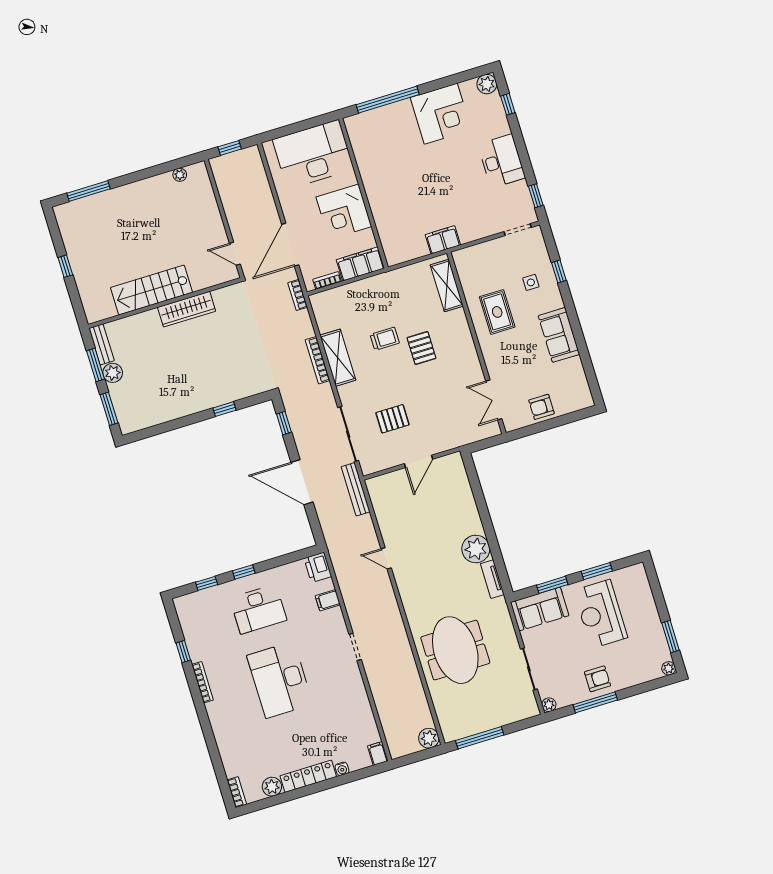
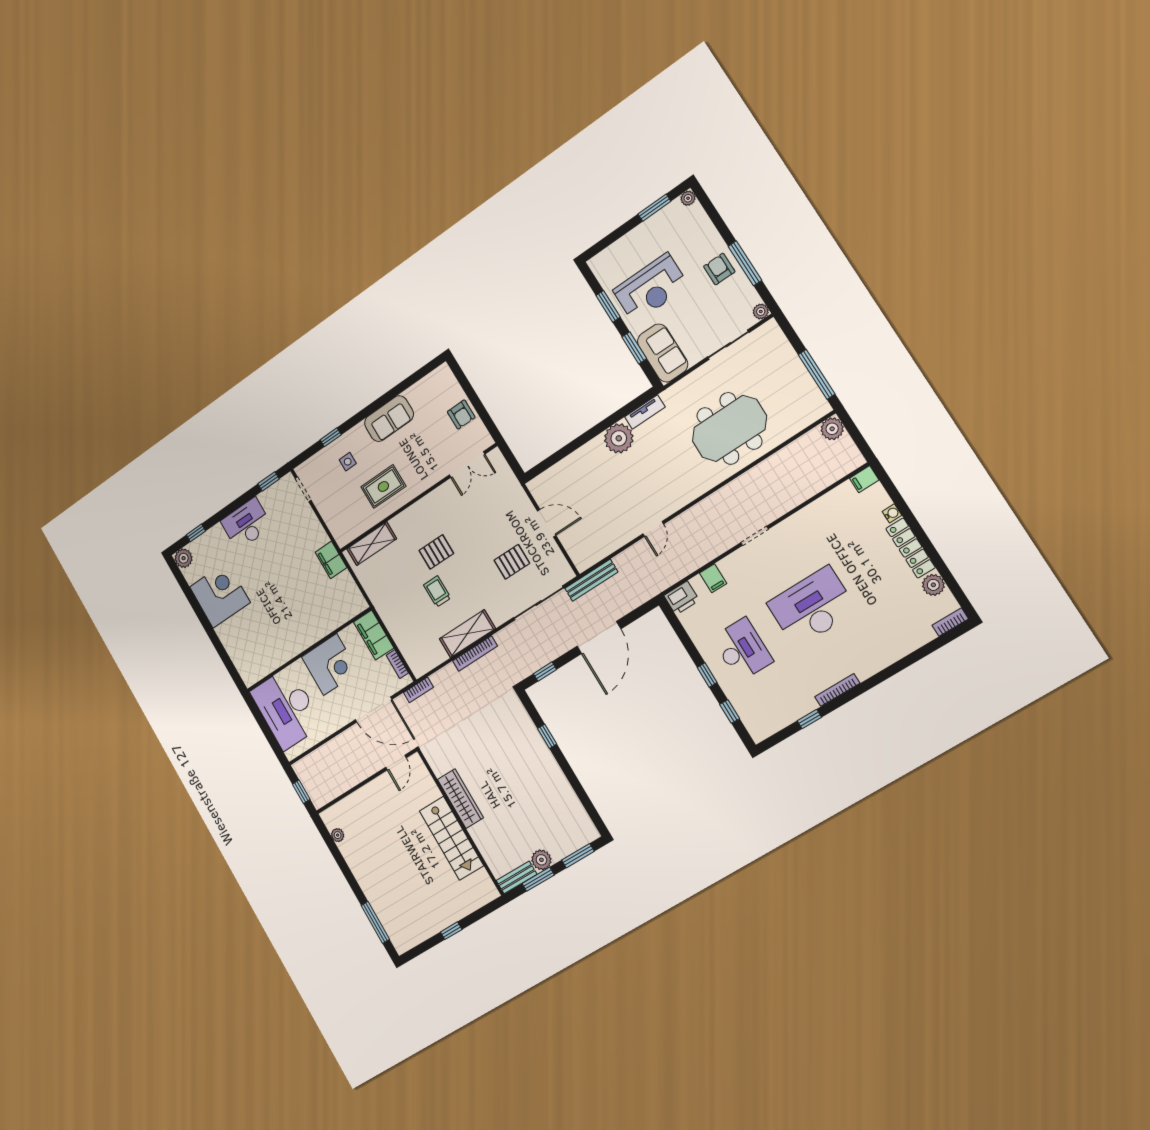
window: (388, 100) -> (220, 649), removed
pallet: (392, 419) -> (512, 562), turned 90
desk: (280, 680) -> (812, 607), turned 180

